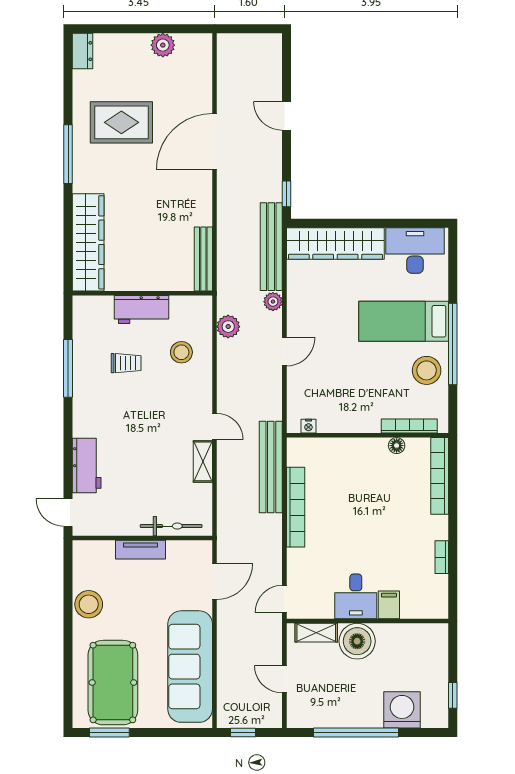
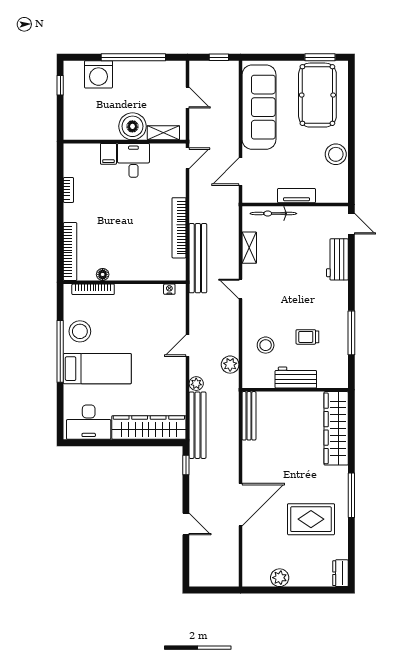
shelving: (203, 461) -> (249, 248), moved

